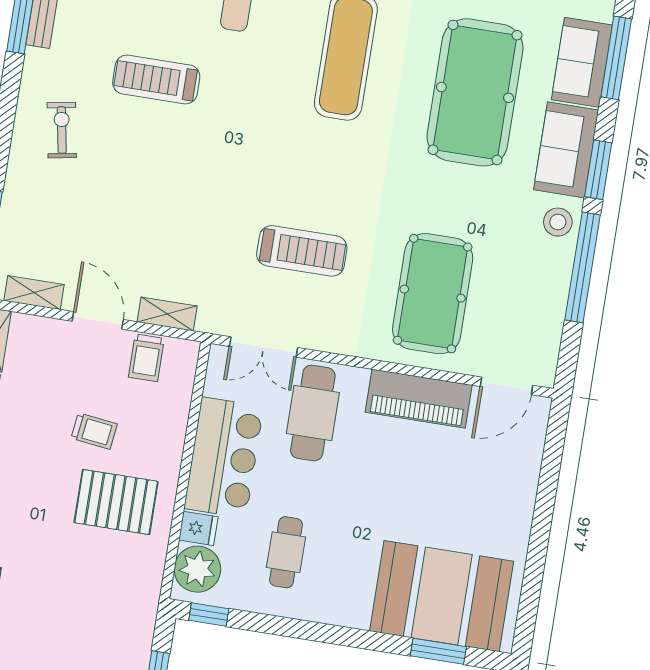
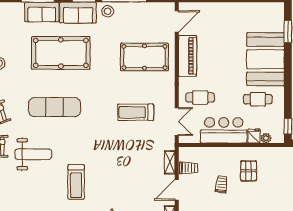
treadmill: (302, 251) -> (136, 112), turned -90
door: (506, 386) -> (177, 21), hinge flipped
cafe table: (313, 413) -> (200, 97), width x0.73, depth x0.74
pallet: (116, 502) -> (249, 171), width x0.67, depth x0.71
plant: (197, 569) -> (266, 138), width x0.53, depth x0.53
booth: (442, 596) -> (265, 59), moved

